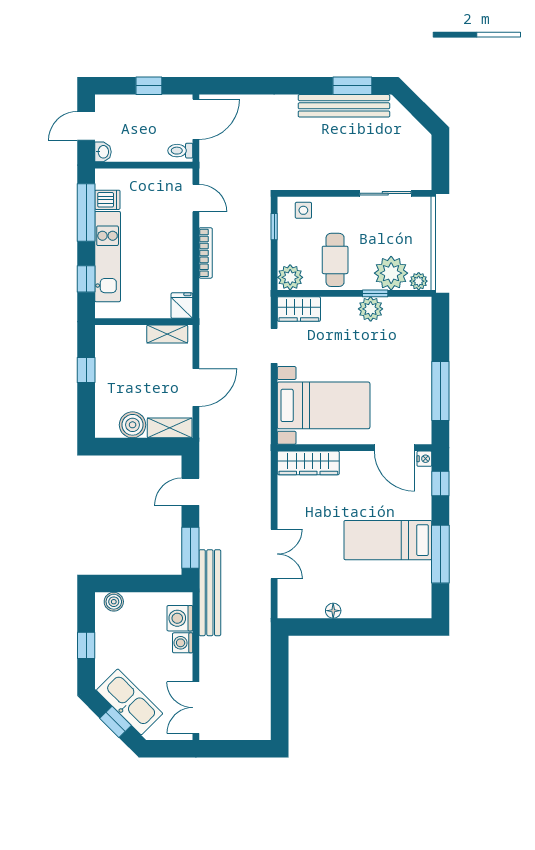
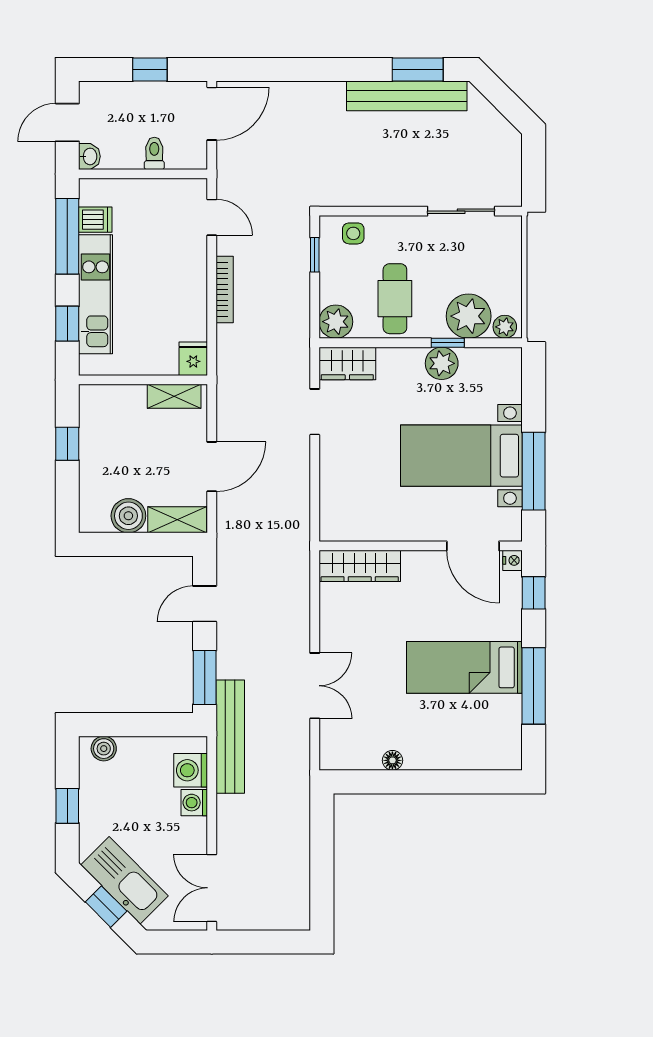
toilet: (180, 151) -> (154, 153), moved, turned 90
bed with nightstands: (324, 405) -> (461, 456), moved, turned 180

